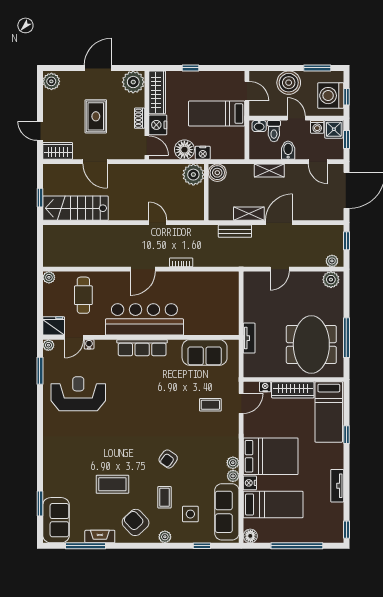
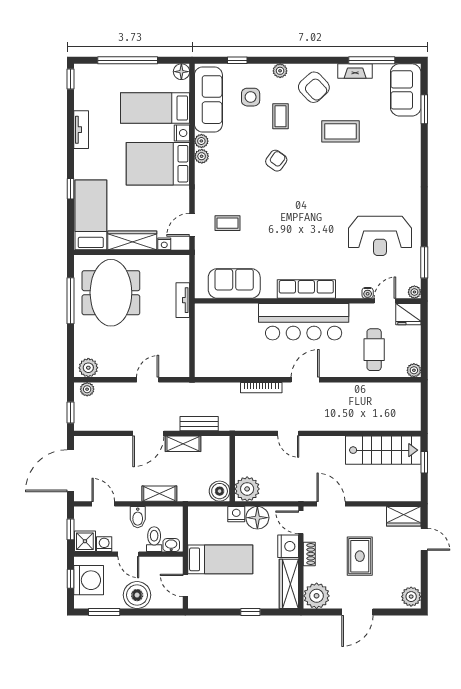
door: (95, 162) -> (331, 504), moved
bookcase: (181, 262) -> (261, 388), width x1.56

